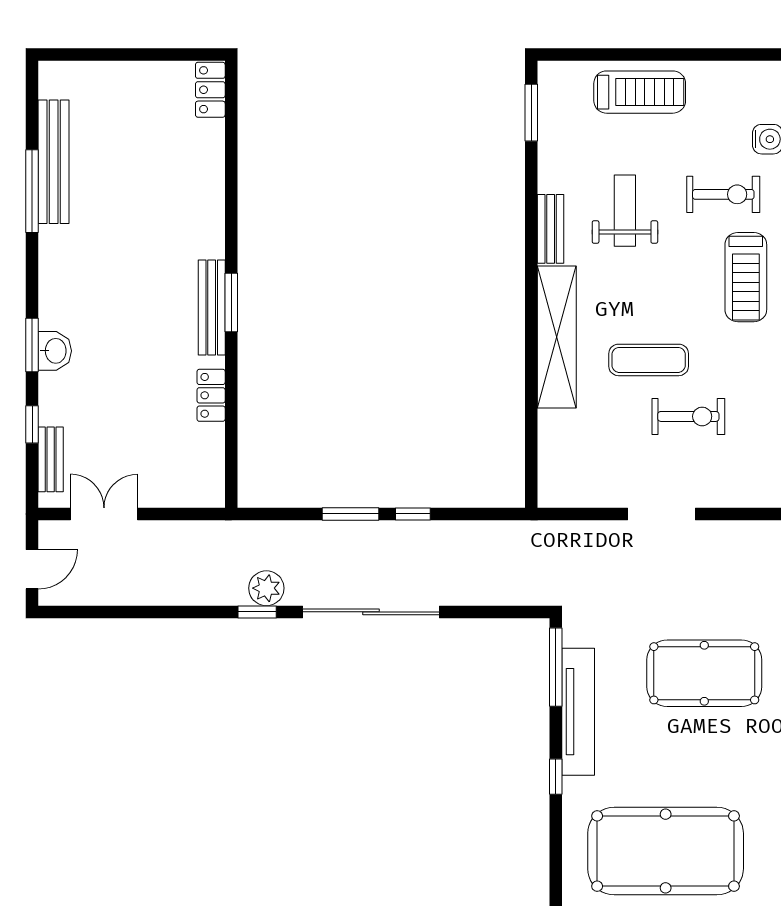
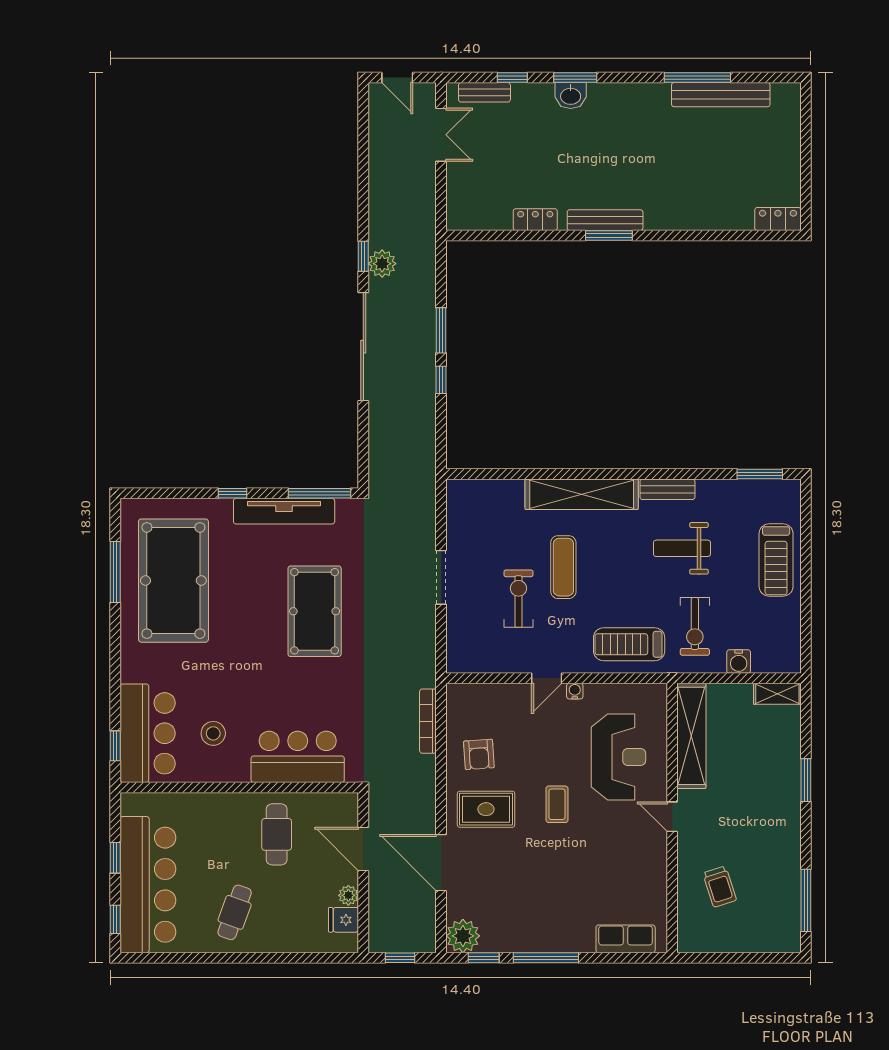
weight bench: (625, 211) -> (682, 548), turned 180
exercise bike: (688, 416) -> (518, 599), turned 180

